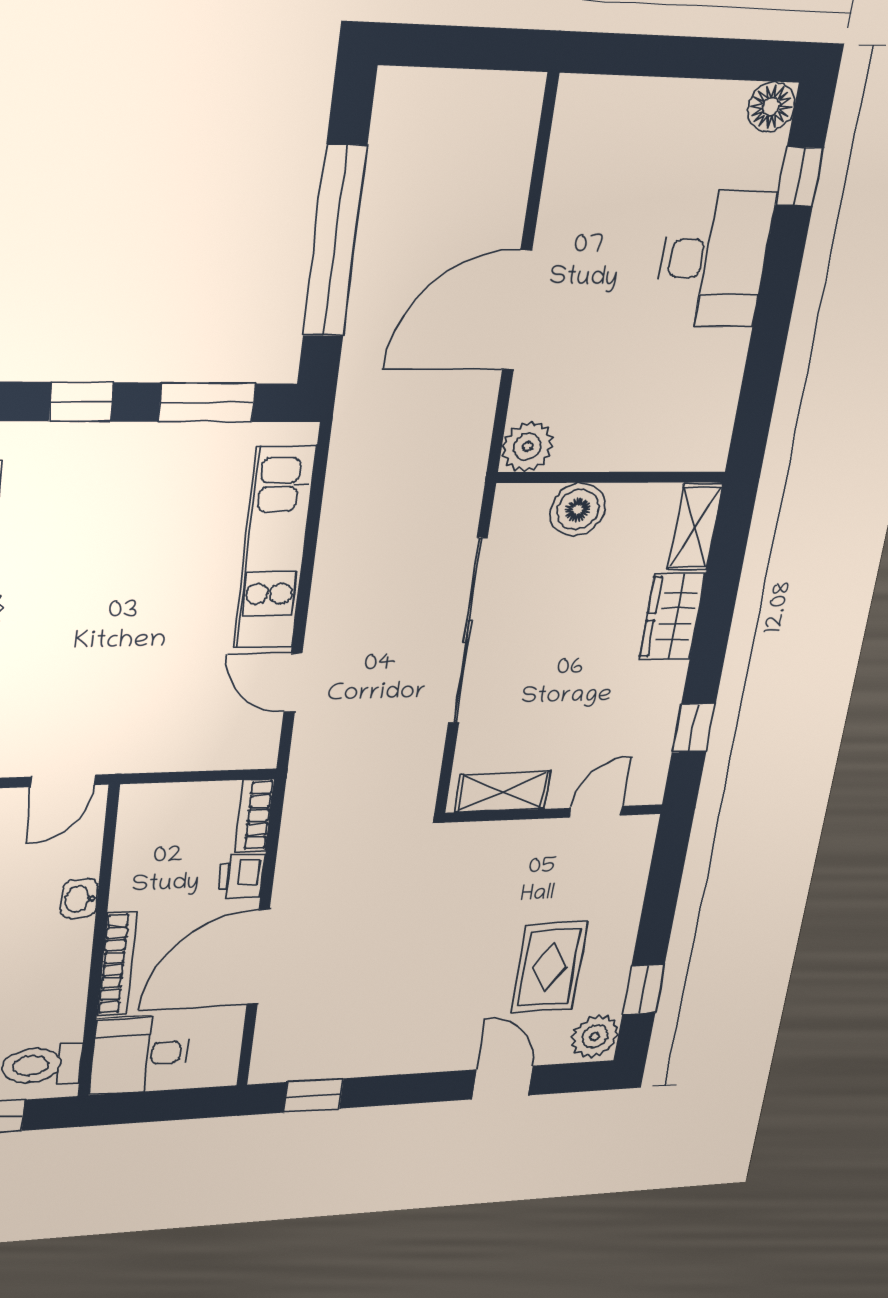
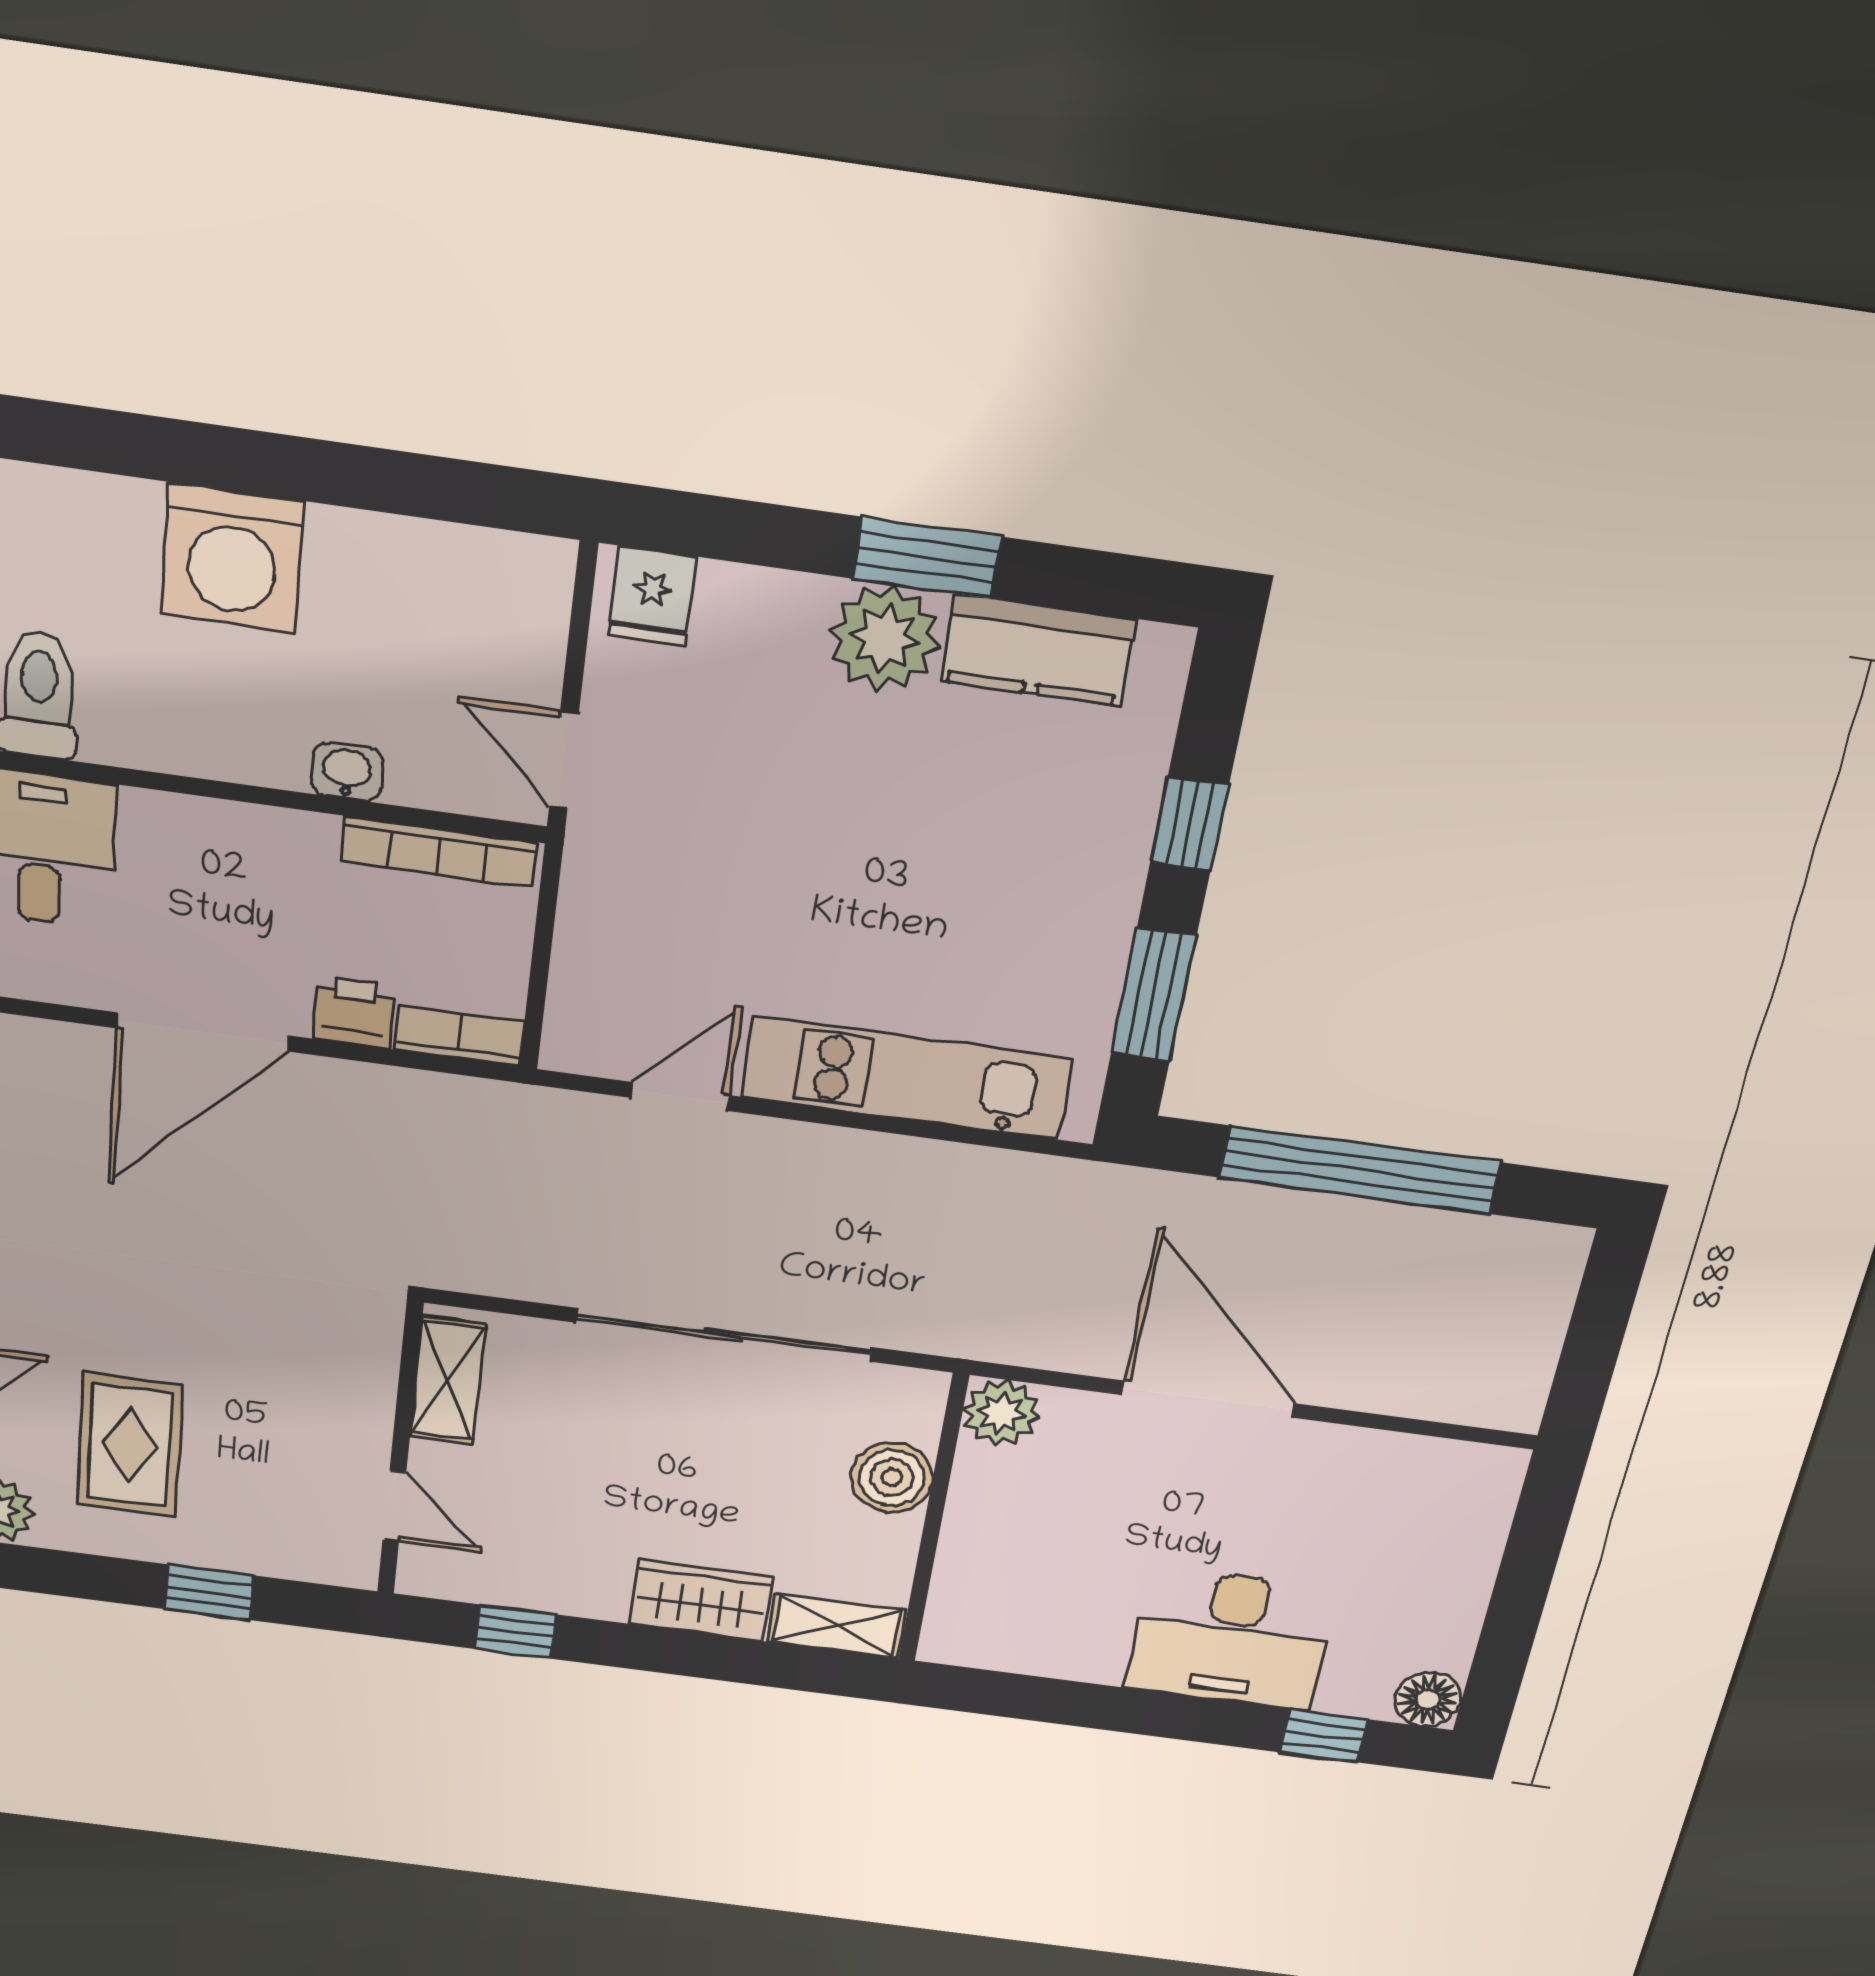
door: (258, 957) -> (203, 1032), swing flipped
bookcase: (117, 964) -> (438, 852), moved
rug: (549, 967) -> (130, 1445), turned 90
window: (643, 989) -> (209, 1592), moved

